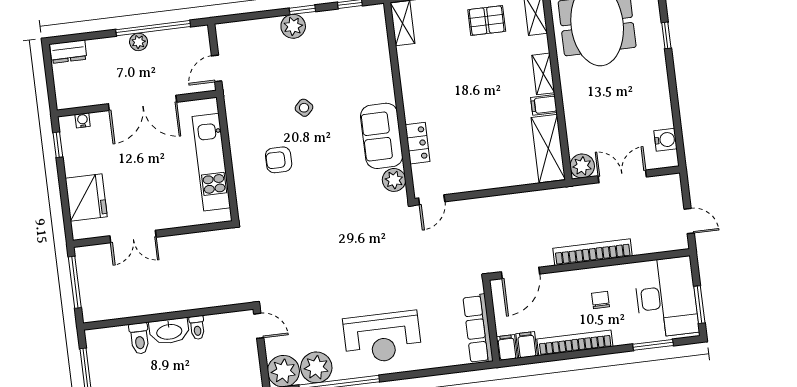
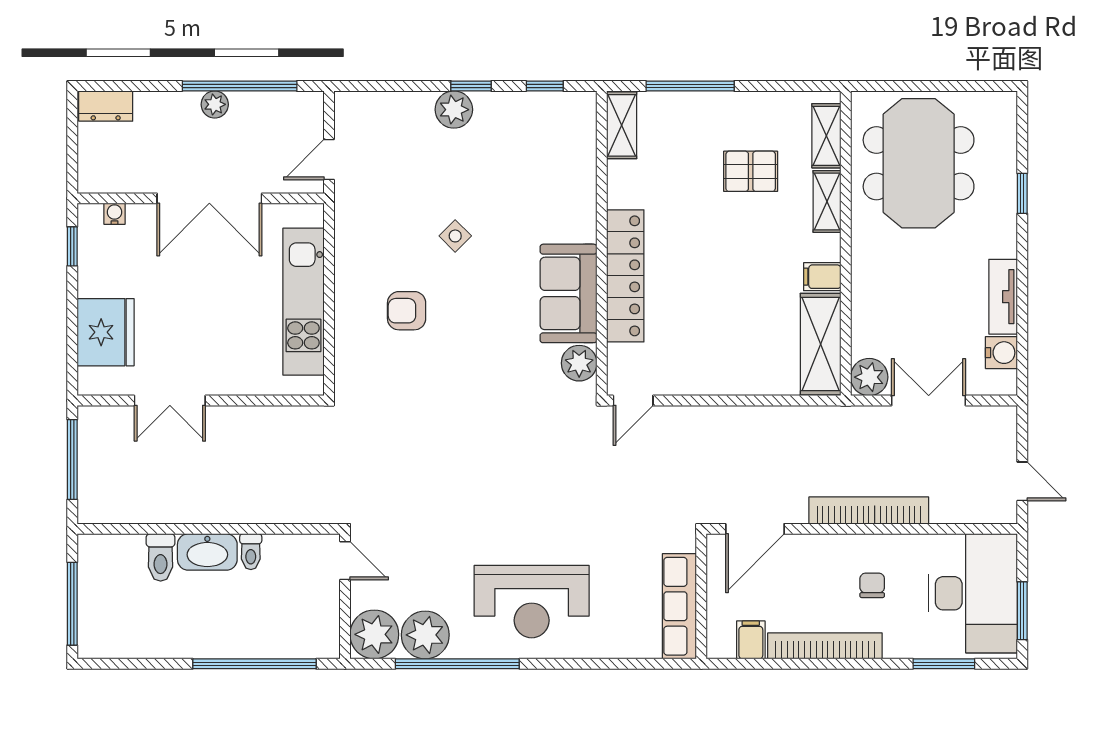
pallet: (487, 21) -> (751, 171), moved
shelving: (543, 74) -> (827, 201), moved
tv unit: (662, 103) -> (1003, 297), added
locker: (418, 143) -> (625, 276), width x2.16, depth x1.21
filing cabinet: (507, 348) -> (720, 640), removed

